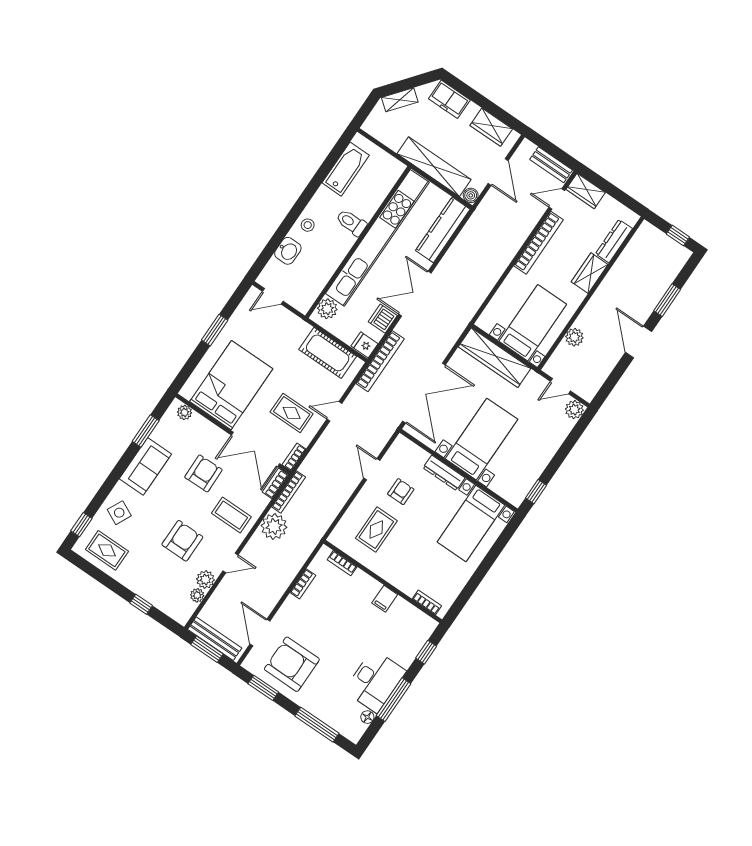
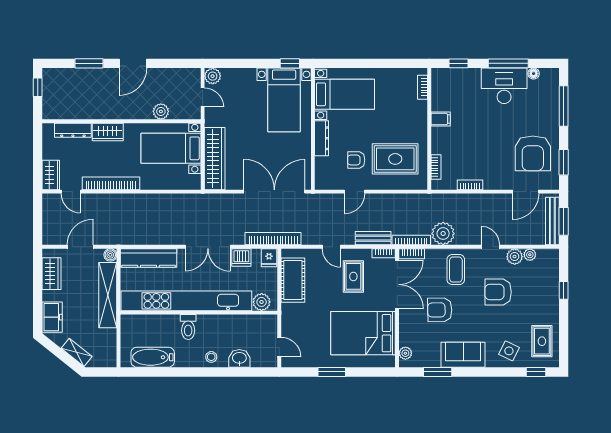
bench: (551, 165) -> (373, 238), moved, turned 90
bed with nightstands: (481, 439) -> (284, 100), moved, turned -90
rug: (376, 530) -> (395, 159), width x1.36, depth x1.43

